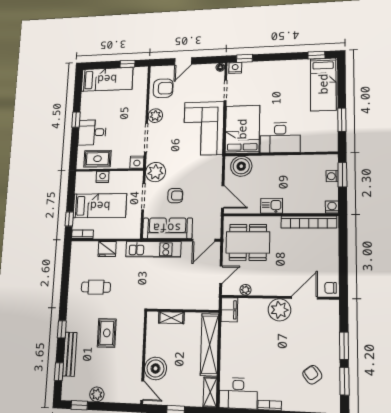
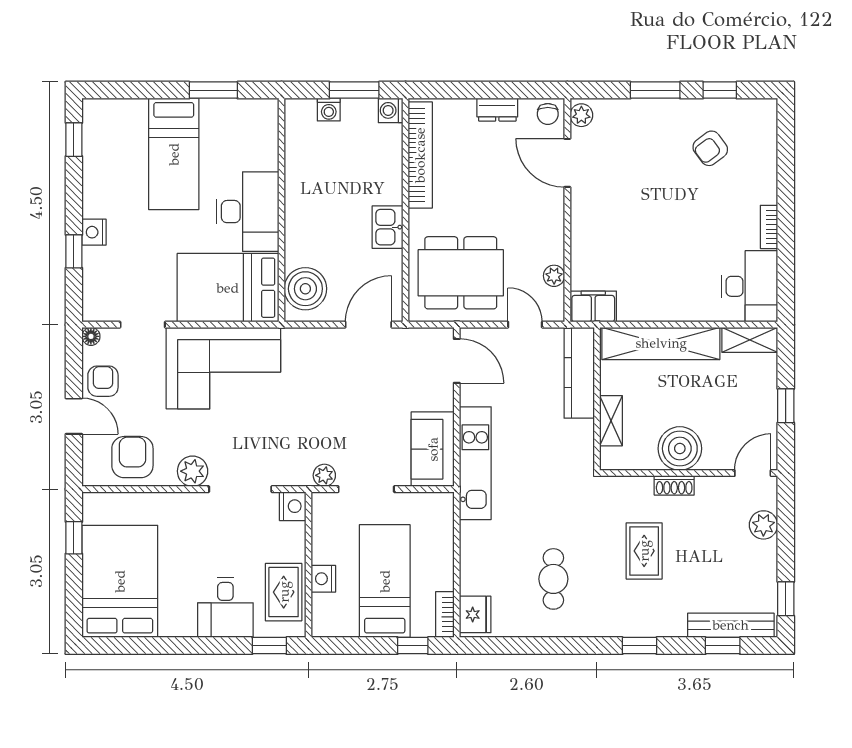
window: (244, 58) -> (74, 251), moved
nightstand: (235, 68) -> (94, 232), moved
bed: (107, 79) -> (120, 581), width x1.50
bed: (323, 84) -> (174, 154), moved, turned 90
window: (76, 120) -> (269, 646), moved
plant: (155, 172) -> (324, 475), width x0.53, depth x0.53
window: (342, 175) -> (354, 90), moved
armchair: (175, 196) -> (103, 381), moved
sofa: (167, 228) -> (433, 449), width x0.73
dining table: (248, 242) -> (461, 273), turned 90
fridge: (107, 249) -> (475, 614), moved
dresser: (333, 262) -> (497, 110), added
kitchen counter: (196, 302) -> (579, 373), added
plant: (279, 310) -> (581, 115), moved, width x0.53, depth x0.53
rug: (107, 333) -> (644, 551), turned 90
shoe rack: (138, 349) -> (674, 485), added
bench: (70, 354) -> (731, 625), moved
boiler: (155, 368) -> (680, 449), moved
window: (344, 381) -> (720, 90), width x0.67
plant: (97, 394) -> (763, 525), moved

